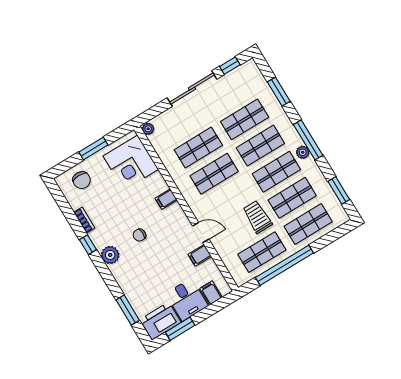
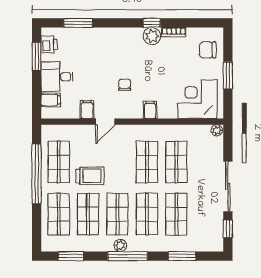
chair: (139, 235) -> (125, 85), moved
plant: (110, 255) -> (152, 36), moved
printer: (160, 321) -> (49, 44), width x0.53, depth x0.68

